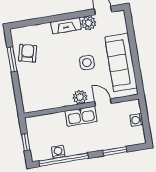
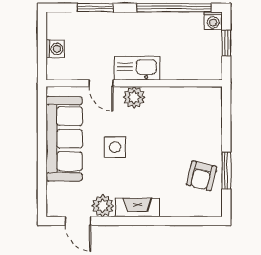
washing machine: (58, 152) -> (213, 21), moved

